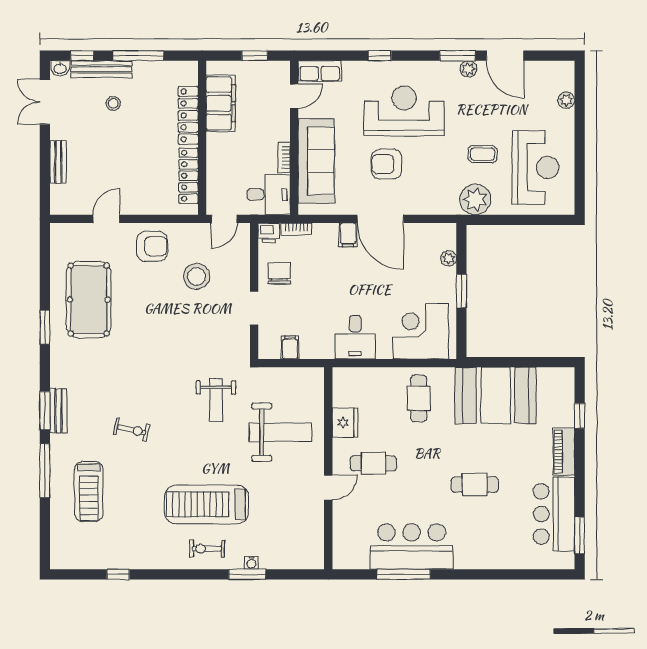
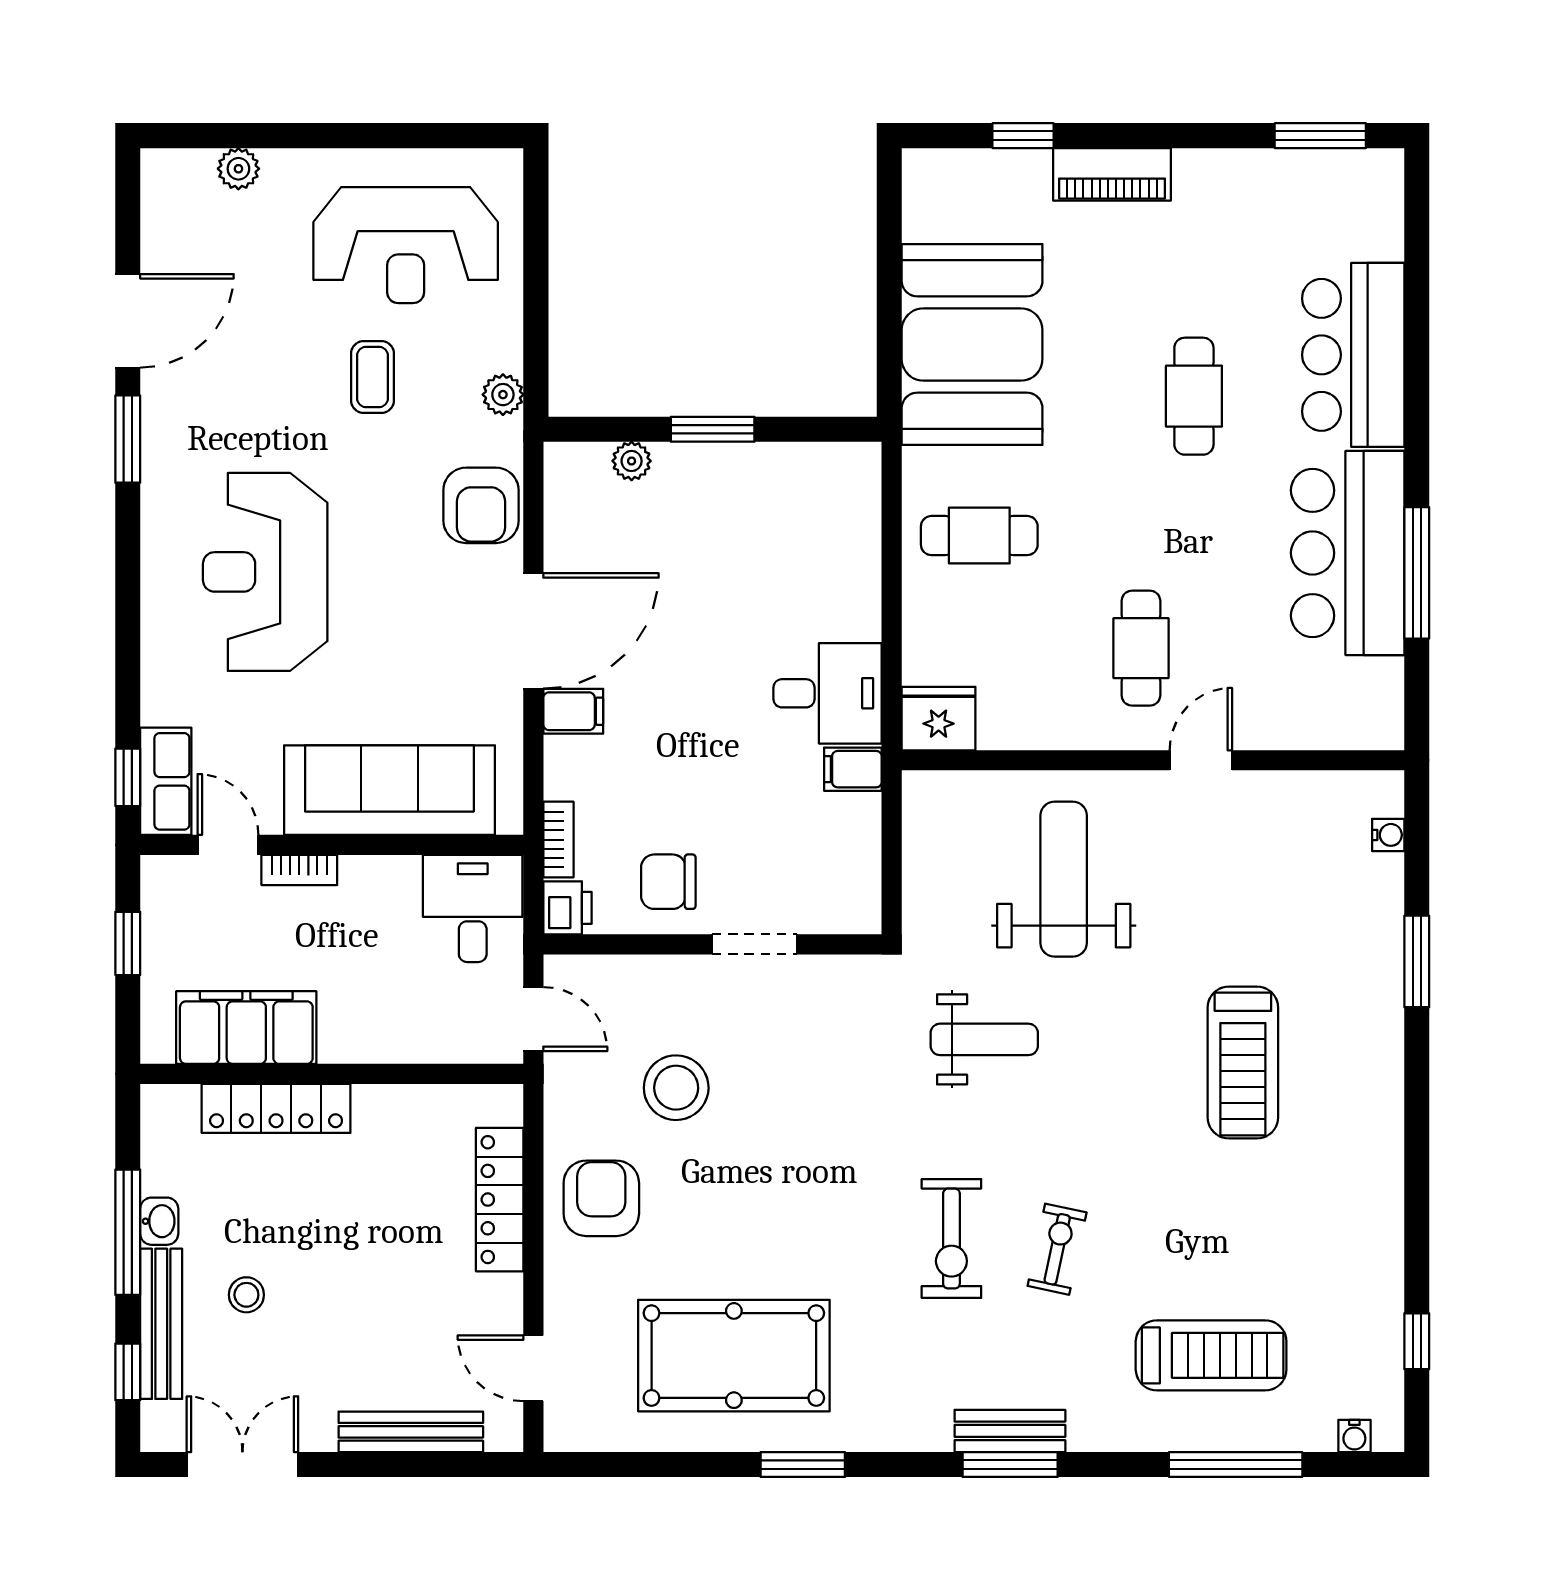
window: (380, 56) -> (128, 777), moved
washbasin: (60, 68) -> (159, 1221), moved
plant: (468, 69) -> (161, 412), removed
double door: (45, 102) -> (242, 1465), swing flipped
bookcase: (284, 158) -> (299, 870), moved
bench: (58, 162) -> (411, 1432), width x1.36
armchair: (387, 164) -> (481, 505), moved
reception desk: (536, 167) -> (406, 245), turned 180
locker: (189, 176) -> (500, 1200), moved, turned 90
plant: (475, 199) -> (503, 395), width x0.53, depth x0.53
door: (106, 219) -> (533, 1368), moved
corner desk: (421, 331) -> (813, 531), removed
filing cabinet: (290, 347) -> (853, 769), moved
fridge: (345, 423) -> (939, 719), moved
window: (45, 471) -> (1236, 1465), moved
door: (328, 487) -> (1201, 760), hinge flipped
treadmill: (207, 504) -> (1243, 1062), width x0.73, depth x0.73
bar counter: (554, 514) -> (1353, 355), moved, turned 90
water cooler: (56, 549) -> (1354, 1436), added
exercise bike: (207, 549) -> (951, 1239), moved, width x1.38, depth x1.39
water cooler: (251, 563) -> (1388, 835), moved
window: (118, 574) -> (1417, 1341), moved

